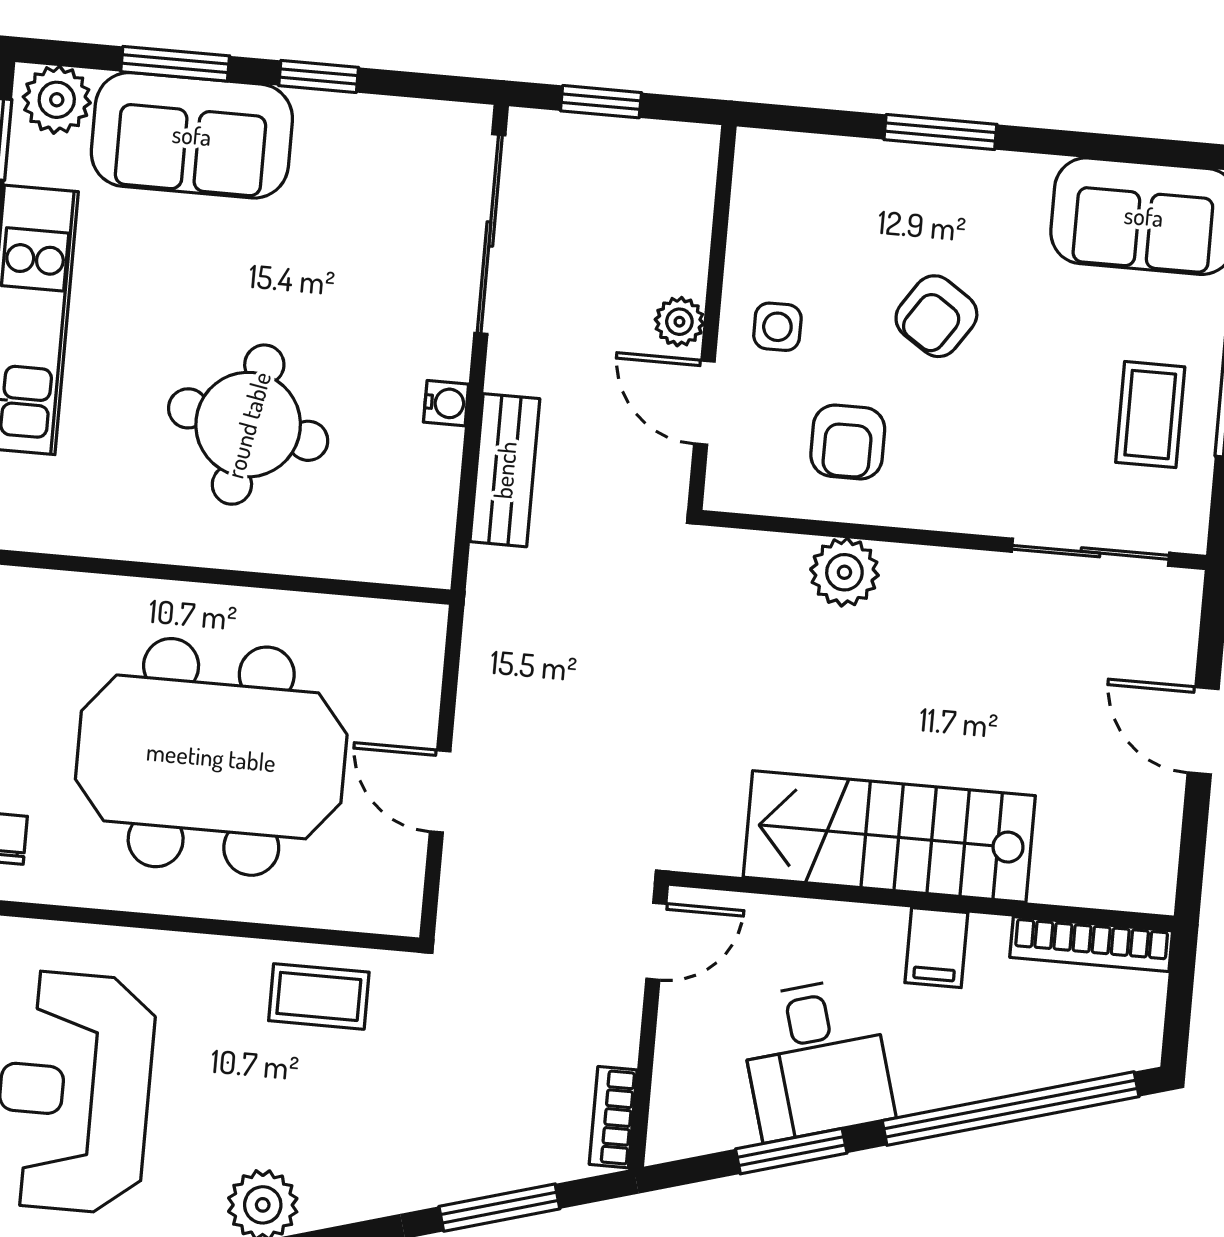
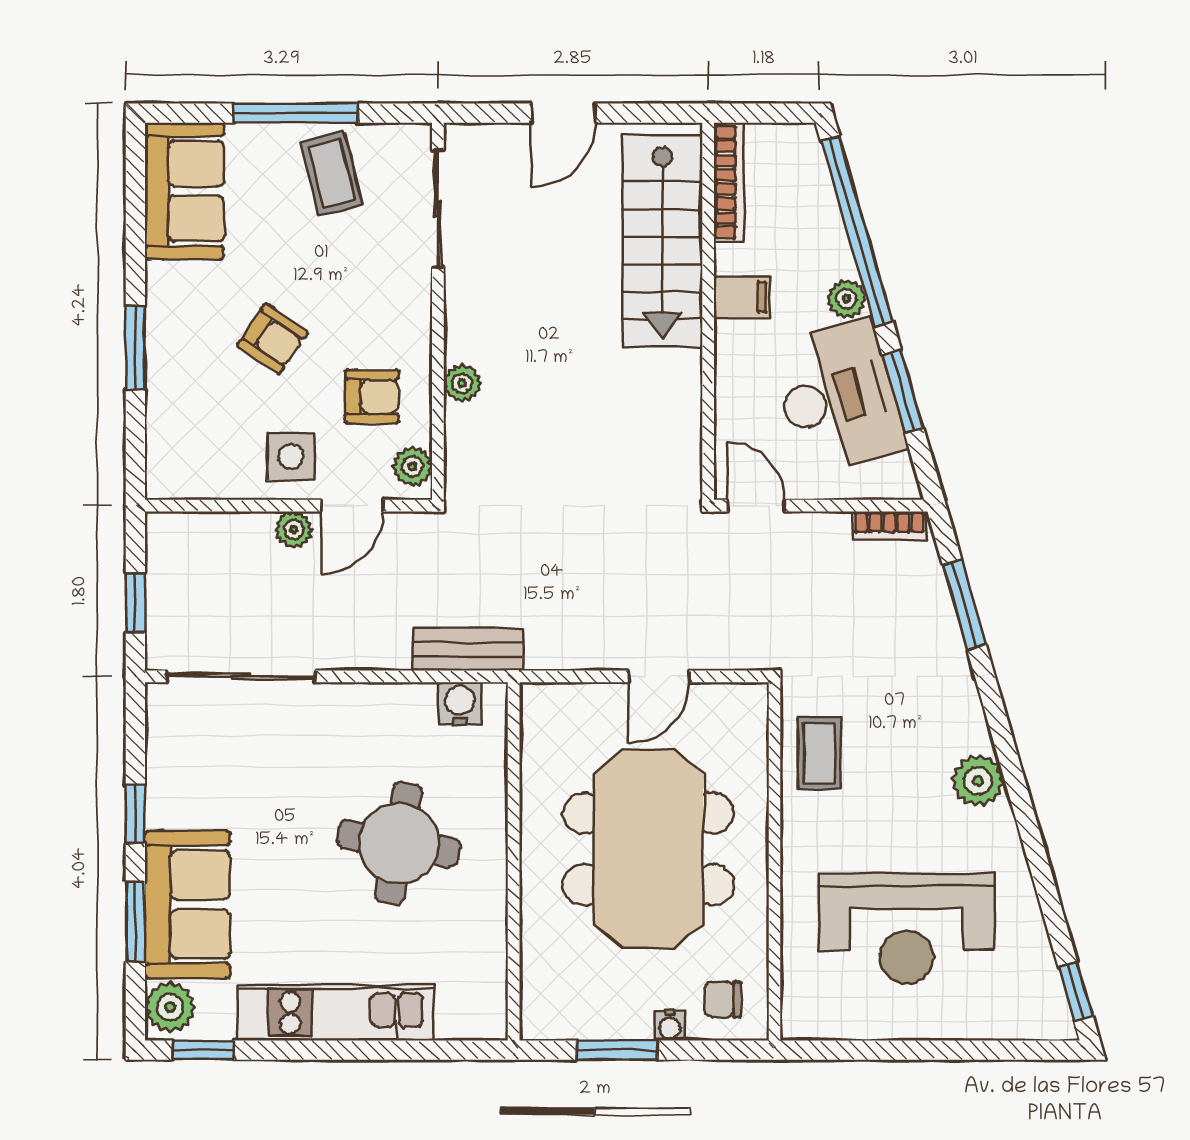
side table: (777, 327) -> (291, 456), width x1.37, depth x1.37
water cooler: (446, 403) -> (460, 704), moved, width x1.38, depth x1.38
coffee table: (1150, 415) -> (331, 173), turned 76
bench: (505, 470) -> (468, 649), moved
plant: (749, 488) -> (412, 467), added
plant: (844, 572) -> (462, 383), width x0.73, depth x0.73
stairs: (889, 836) -> (662, 241), moved
desk: (816, 1059) -> (838, 397), width x1.37
plant: (922, 1087) -> (847, 299), added

